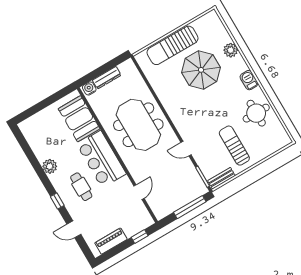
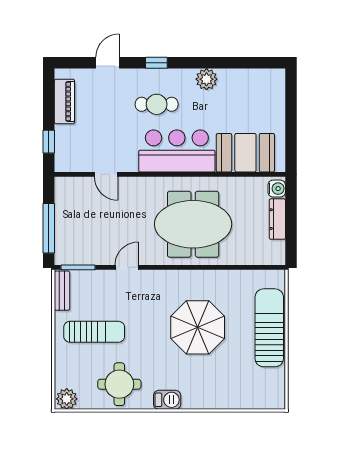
plant: (231, 50) -> (67, 399), moved
parasol: (201, 70) -> (198, 327), moved

